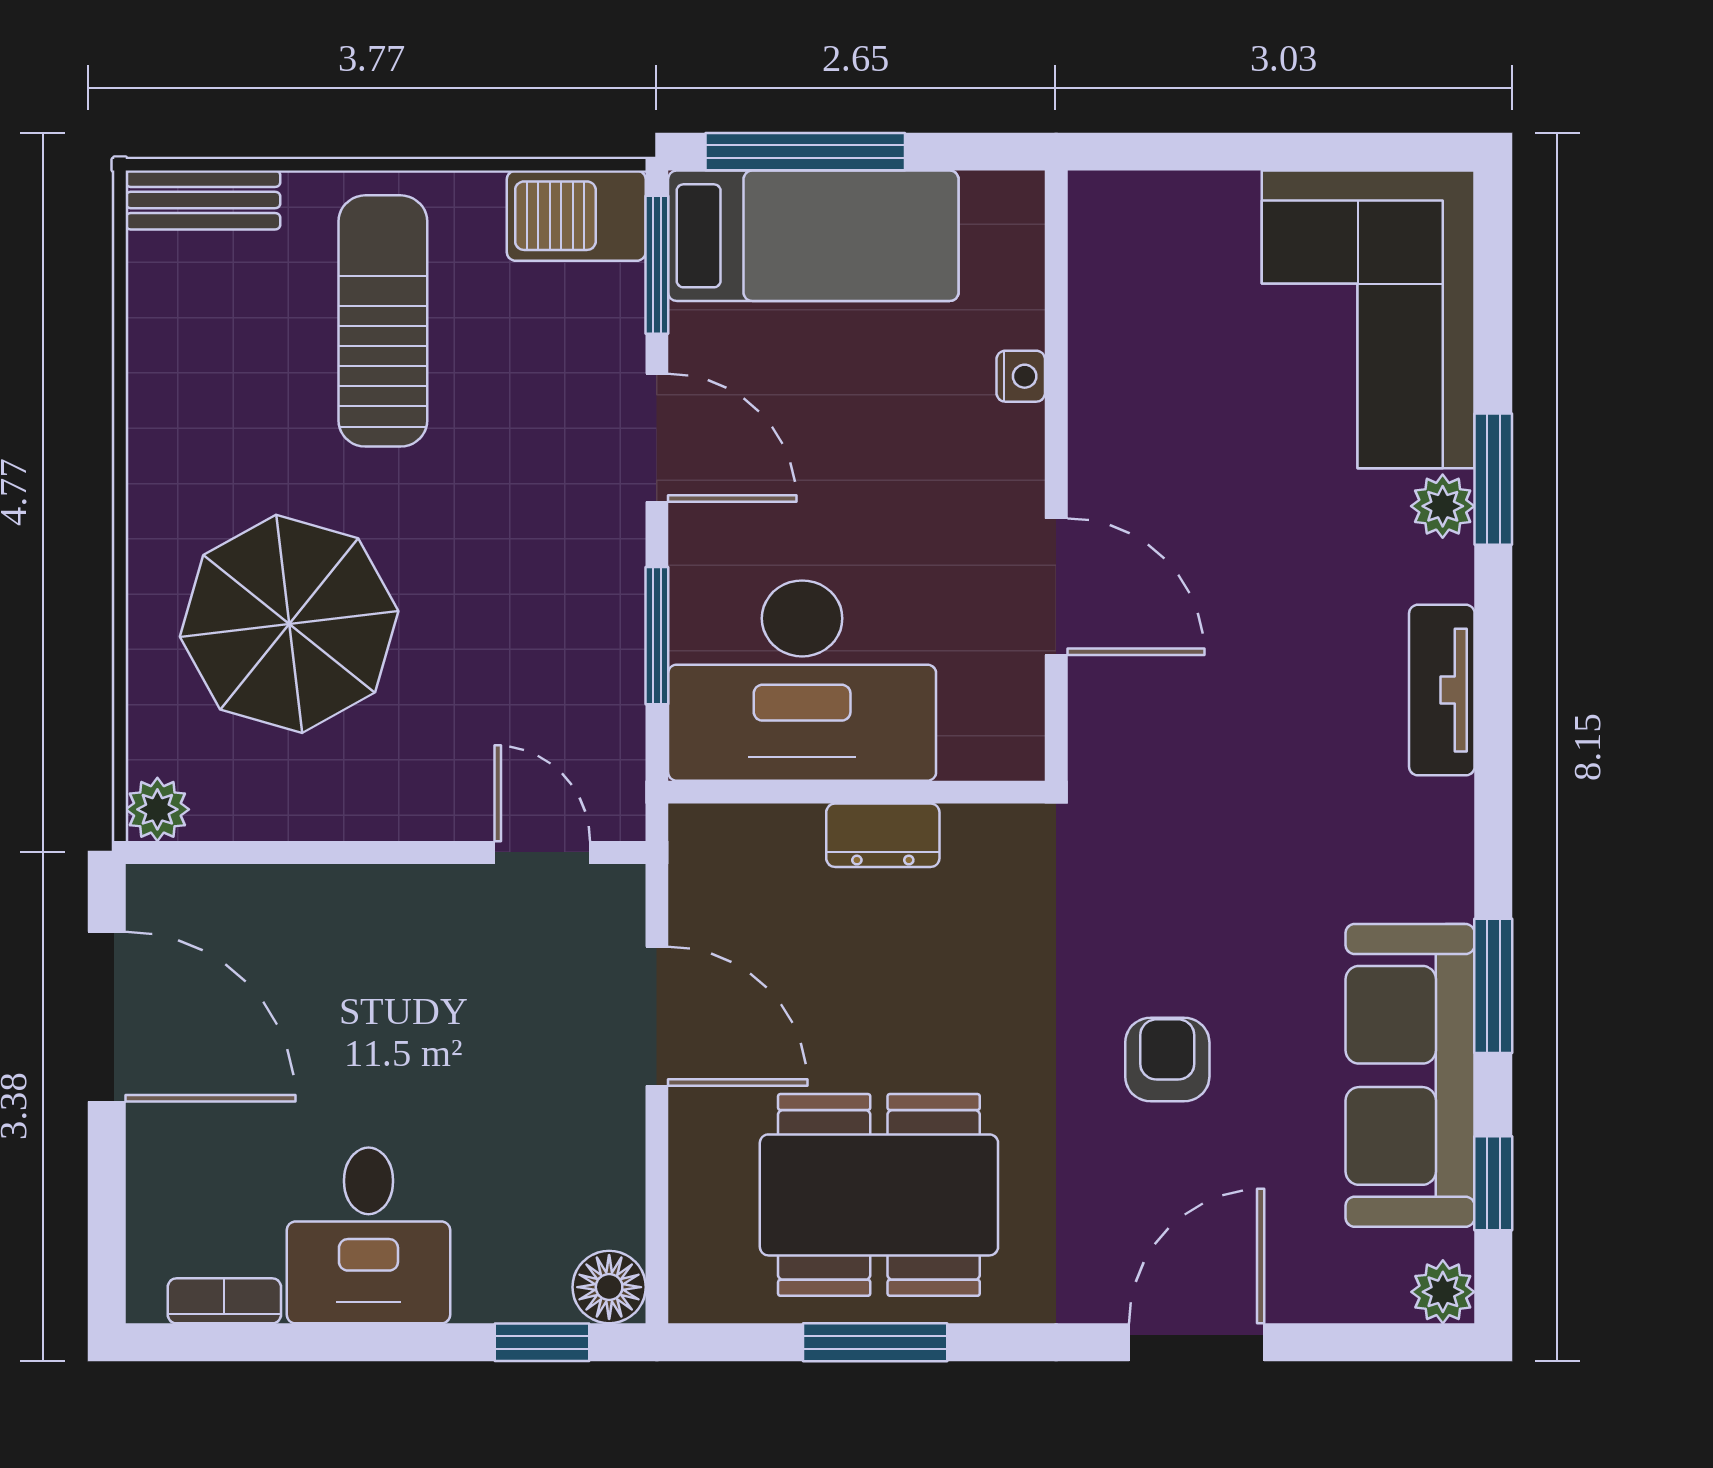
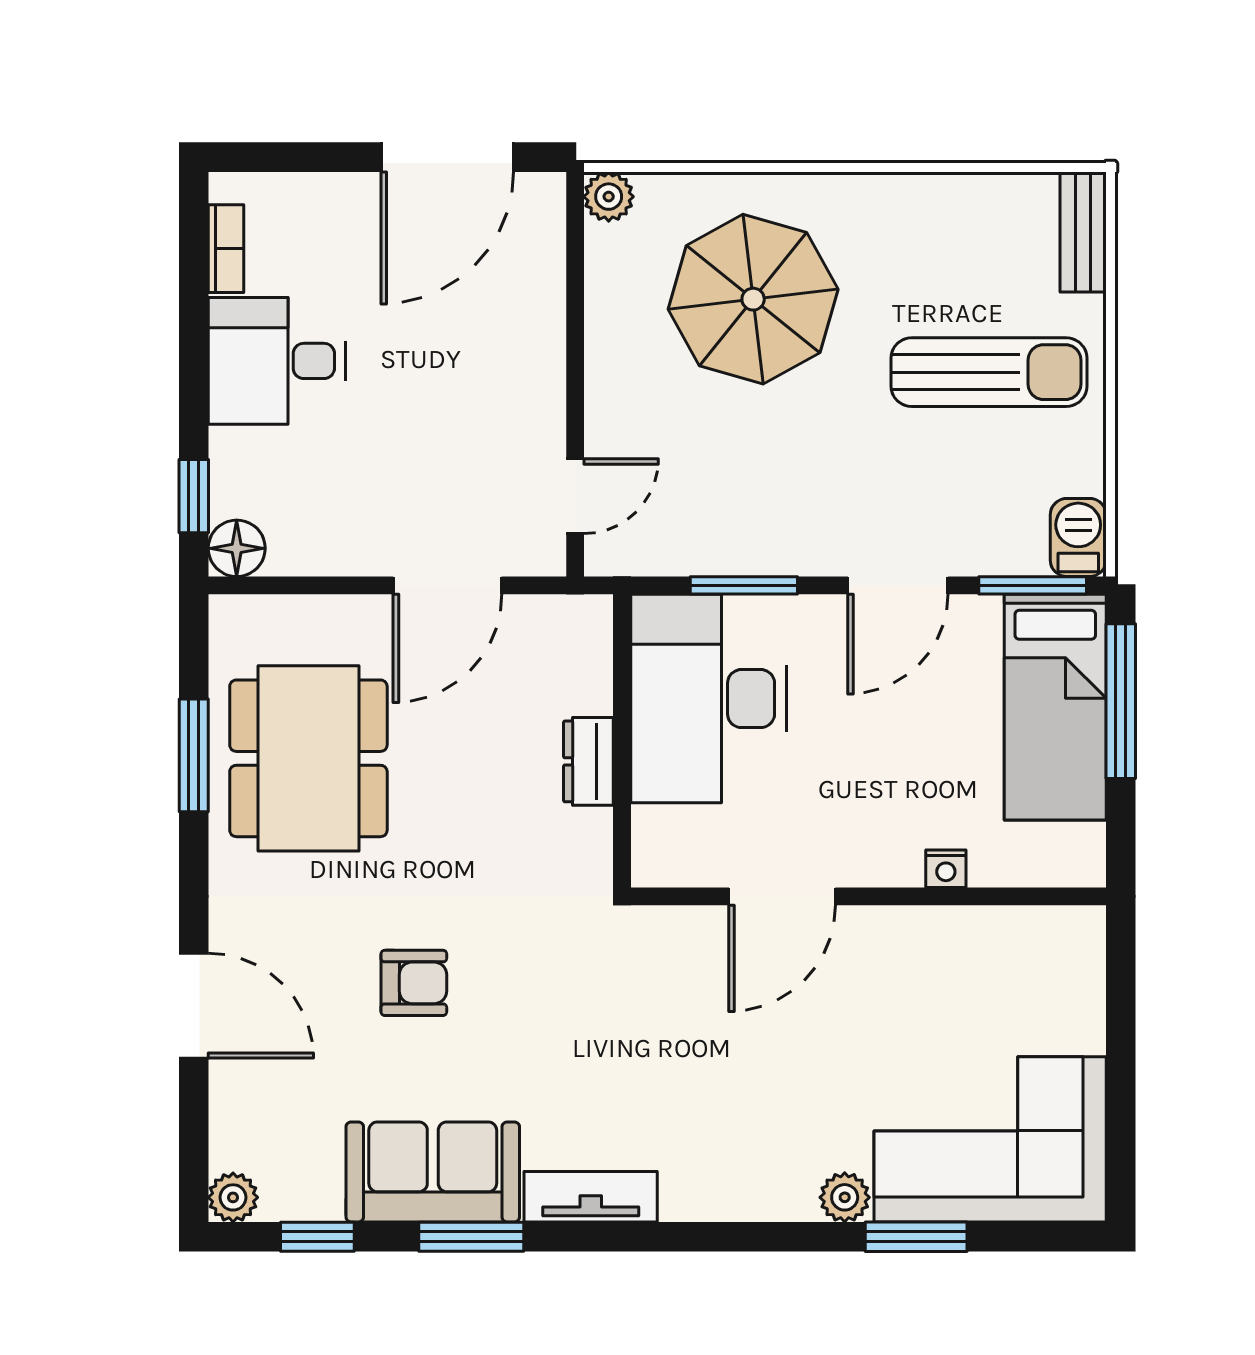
barbecue: (576, 216) -> (1078, 537), width x0.73, depth x0.79
window: (1493, 479) -> (916, 1237), moved
tv unit: (1442, 690) -> (591, 1197), moved
sofa: (1410, 1075) -> (433, 1172), width x0.73

